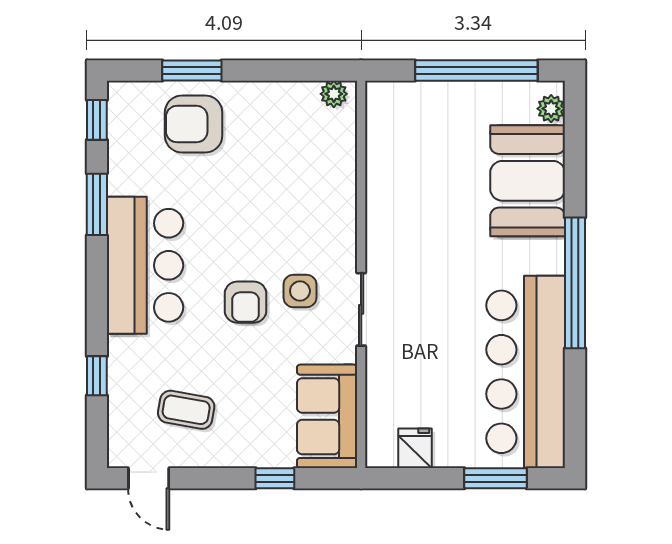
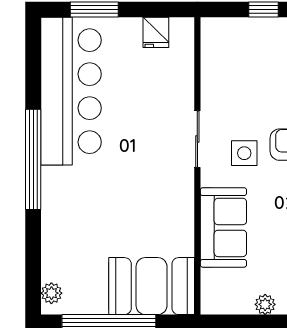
plant: (334, 94) -> (265, 304), moved
booth: (528, 181) -> (152, 286), moved, turned 90
sofa: (327, 416) -> (223, 227), moved

